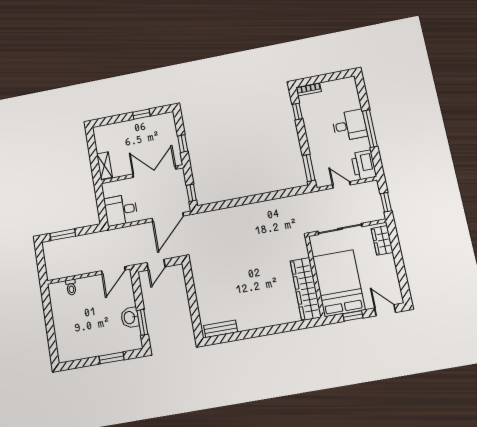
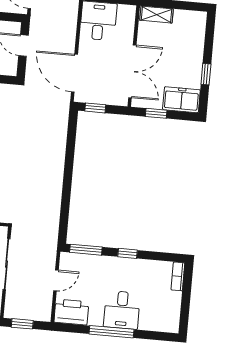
window: (297, 112) -> (127, 253), moved
freezer: (167, 127) -> (181, 100), added

